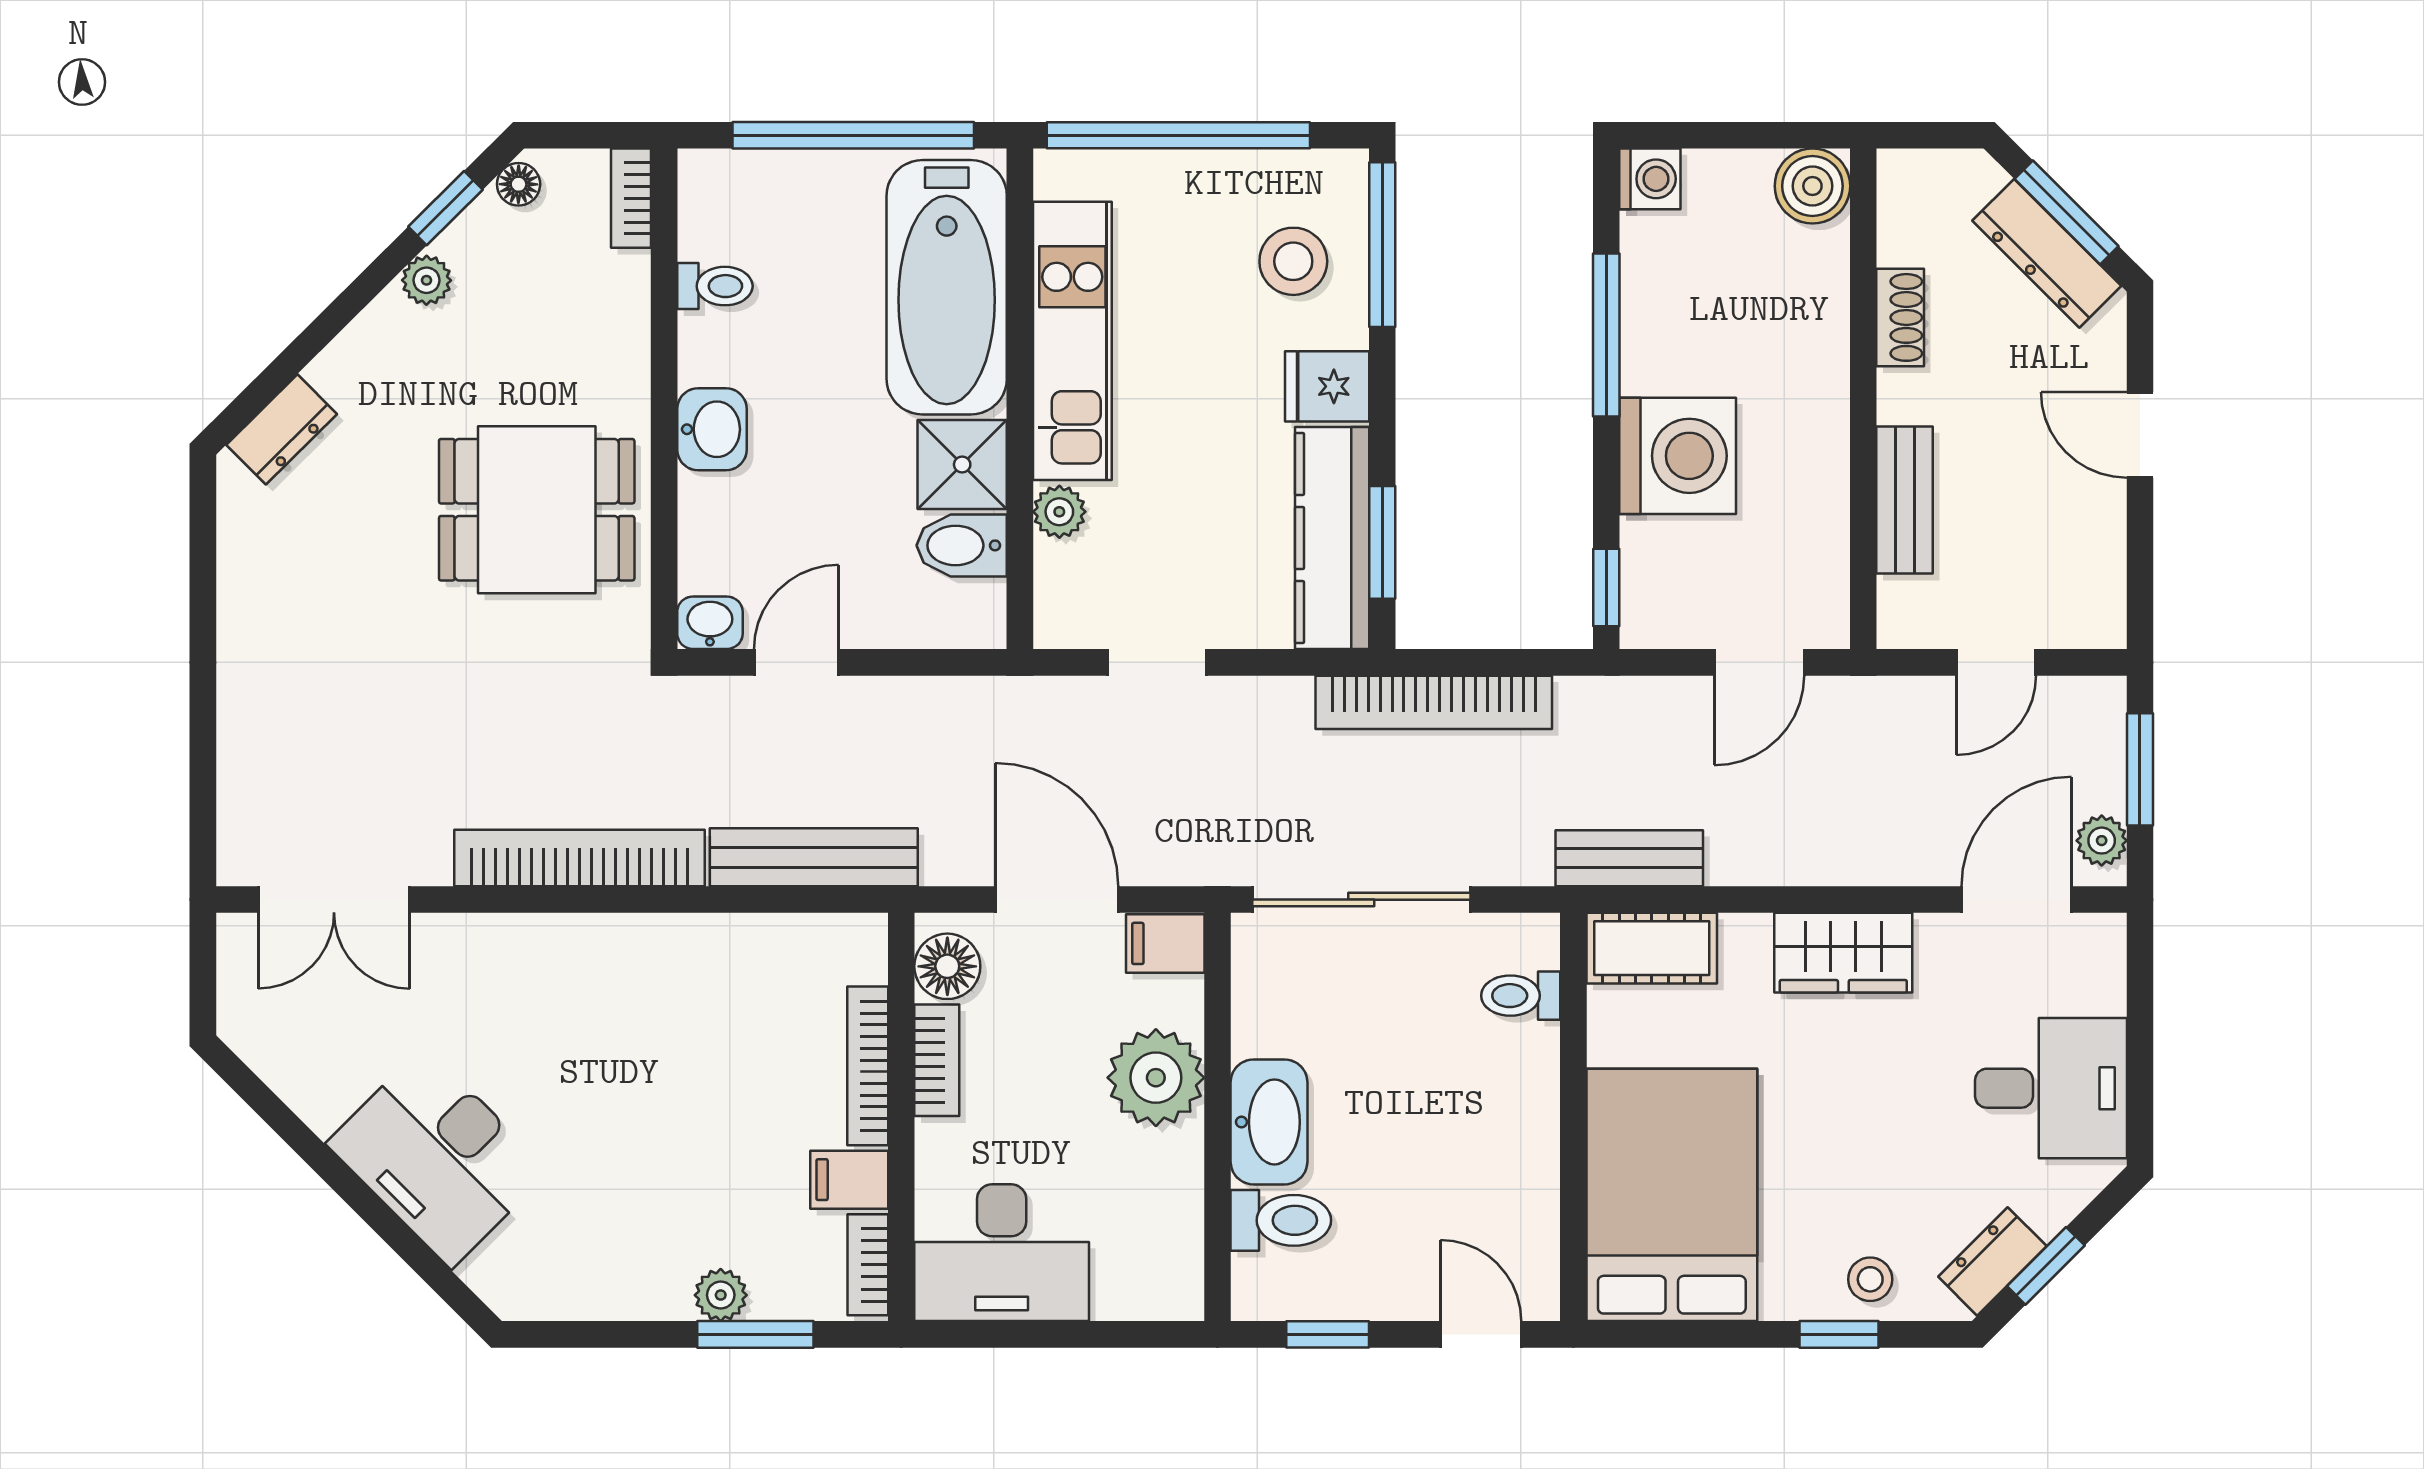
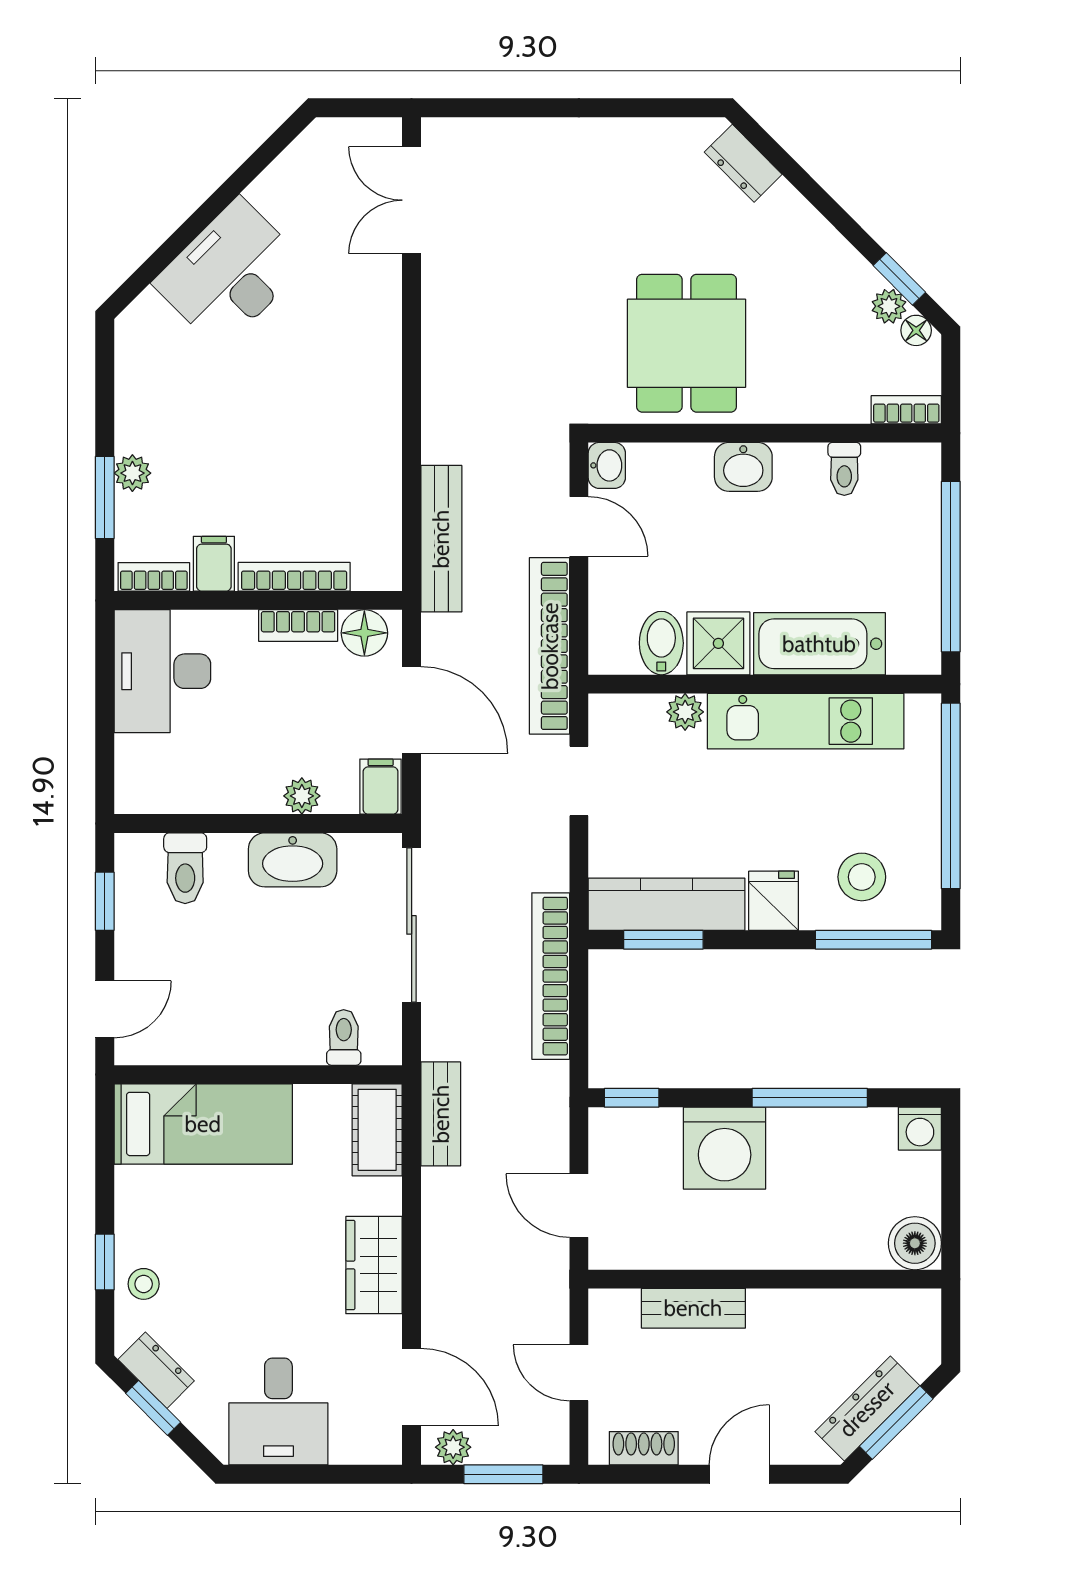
plant: (427, 280) -> (889, 306), moved
bathtub: (947, 287) -> (819, 644), width x0.73, depth x0.73
shoe rack: (1900, 317) -> (644, 1448), moved, turned 180
bookcase: (579, 858) -> (550, 646), moved, turned 180
door: (1057, 900) -> (412, 710), hinge flipped
plant: (1156, 1078) -> (302, 796), width x0.53, depth x0.53
washbasin: (1269, 1122) -> (293, 860), moved
bed: (1672, 1195) -> (203, 1124), width x0.67

